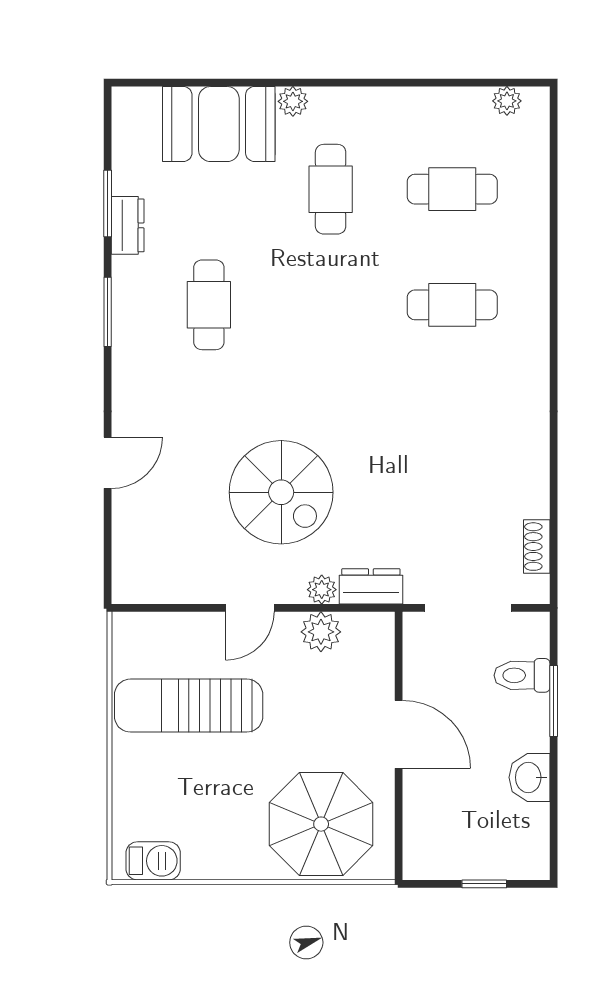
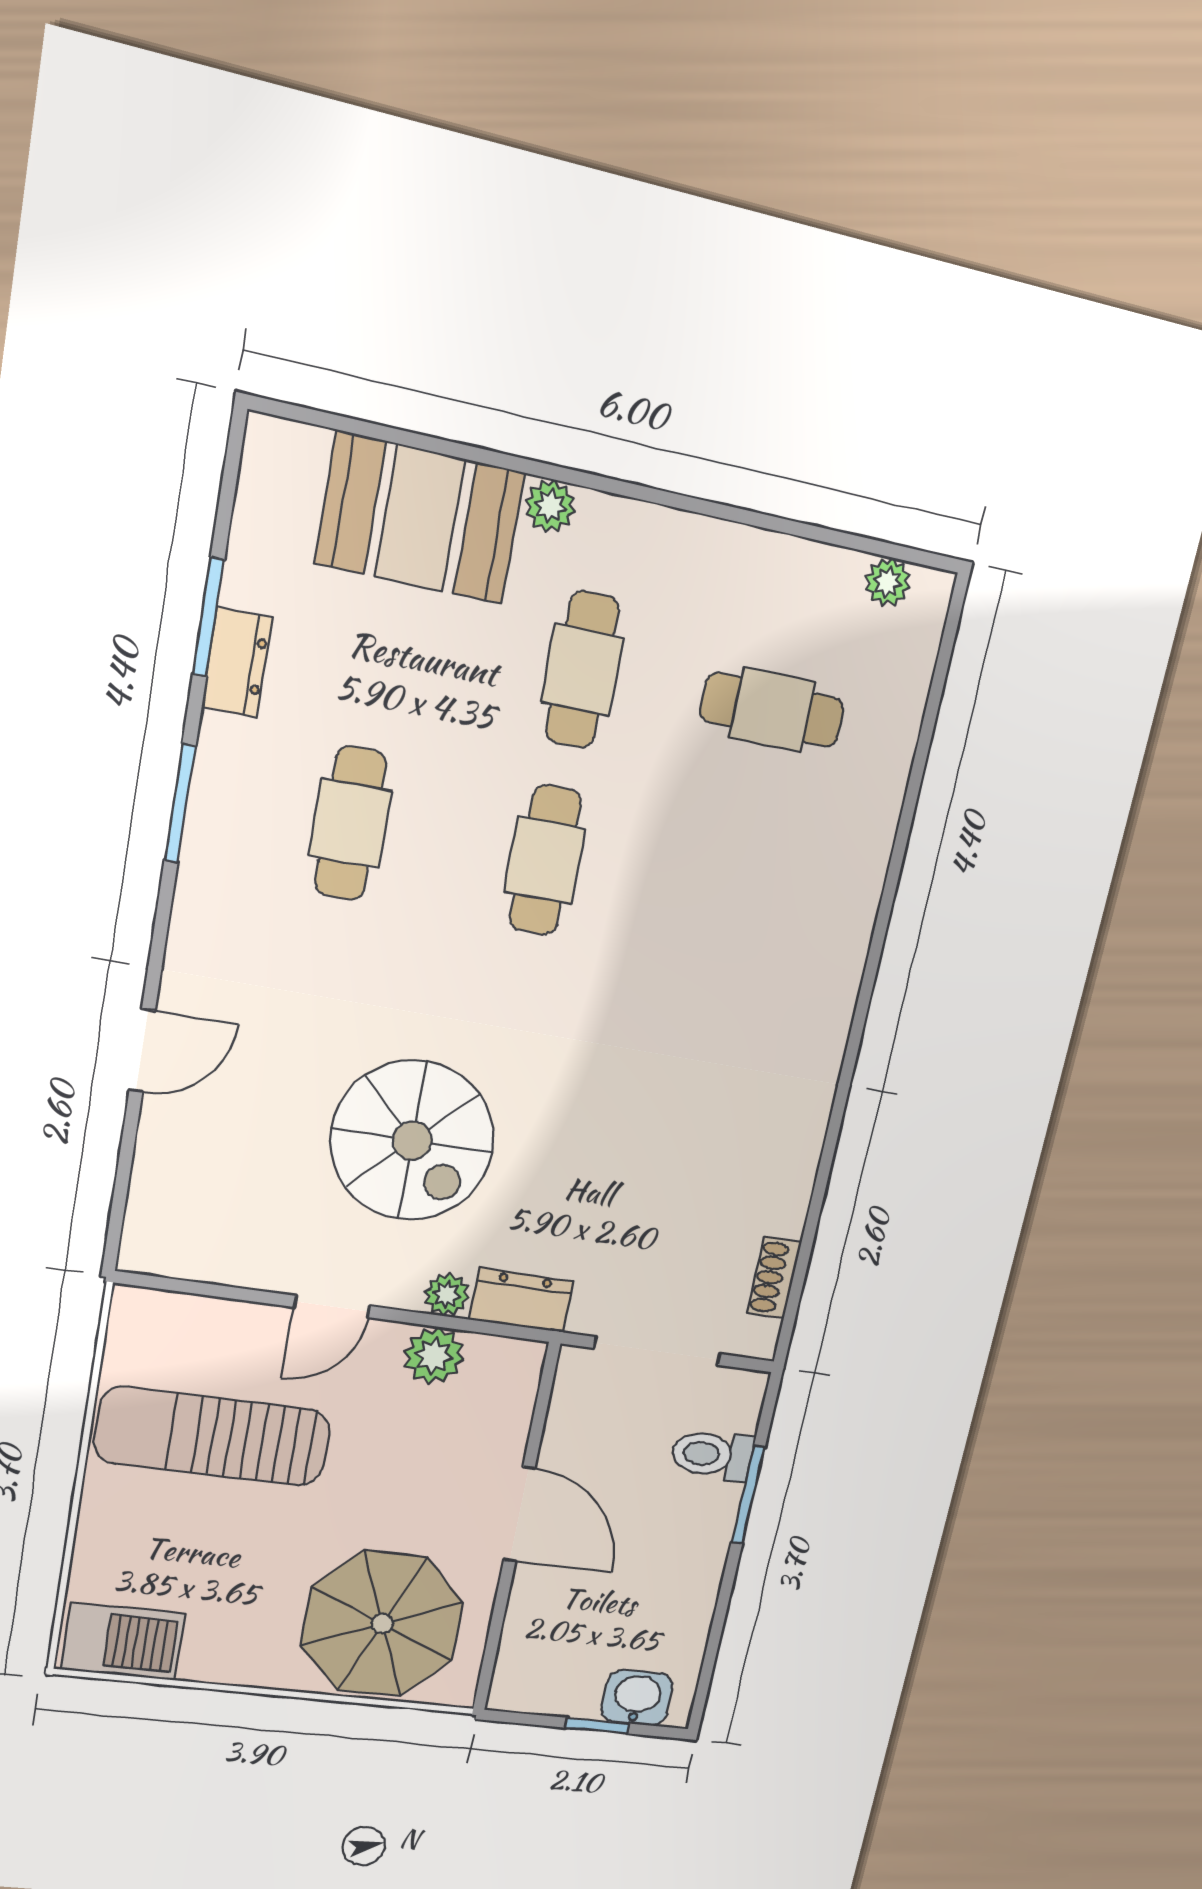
cafe table: (452, 305) -> (545, 860), moved, turned 90
washbasin: (529, 777) -> (637, 1698), moved, turned 90
barbecue: (153, 861) -> (123, 1642), width x1.38, depth x1.27

